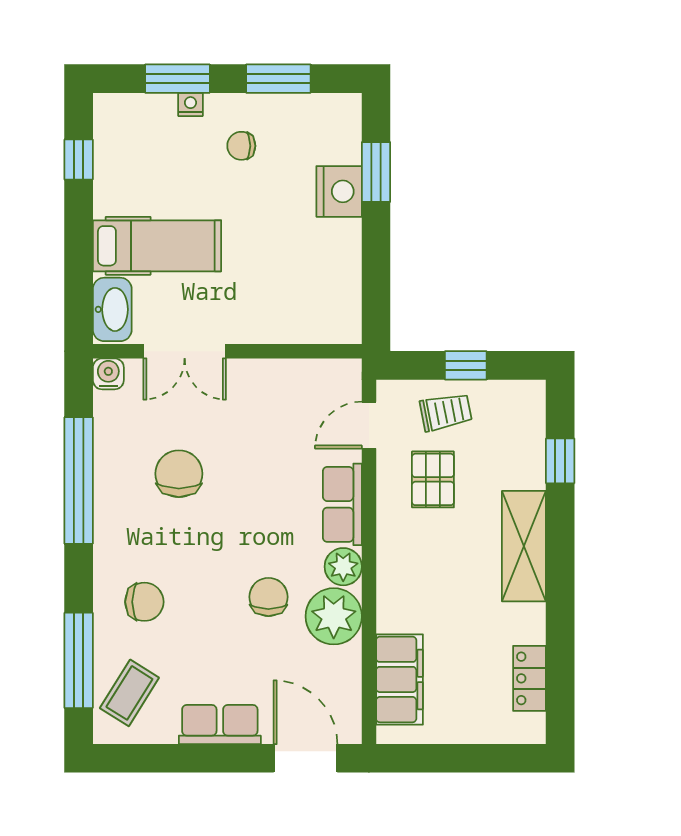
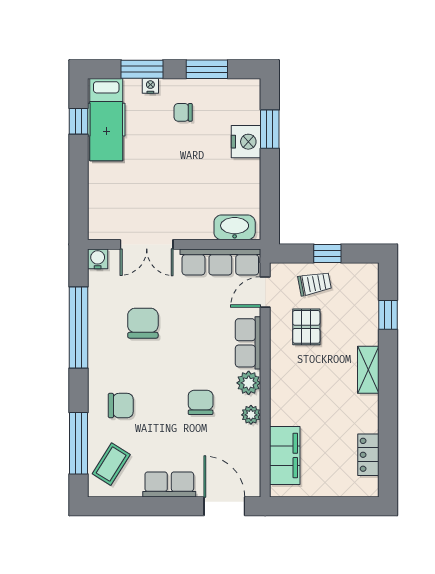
hospital bed: (157, 246) -> (106, 120), moved, turned 90
washbasin: (112, 309) -> (235, 227), moved, turned -90
row of seats: (299, 379) -> (220, 262), added
shelving: (524, 546) -> (368, 370), width x0.67, depth x0.75
plant: (334, 616) -> (251, 415), width x0.53, depth x0.53

